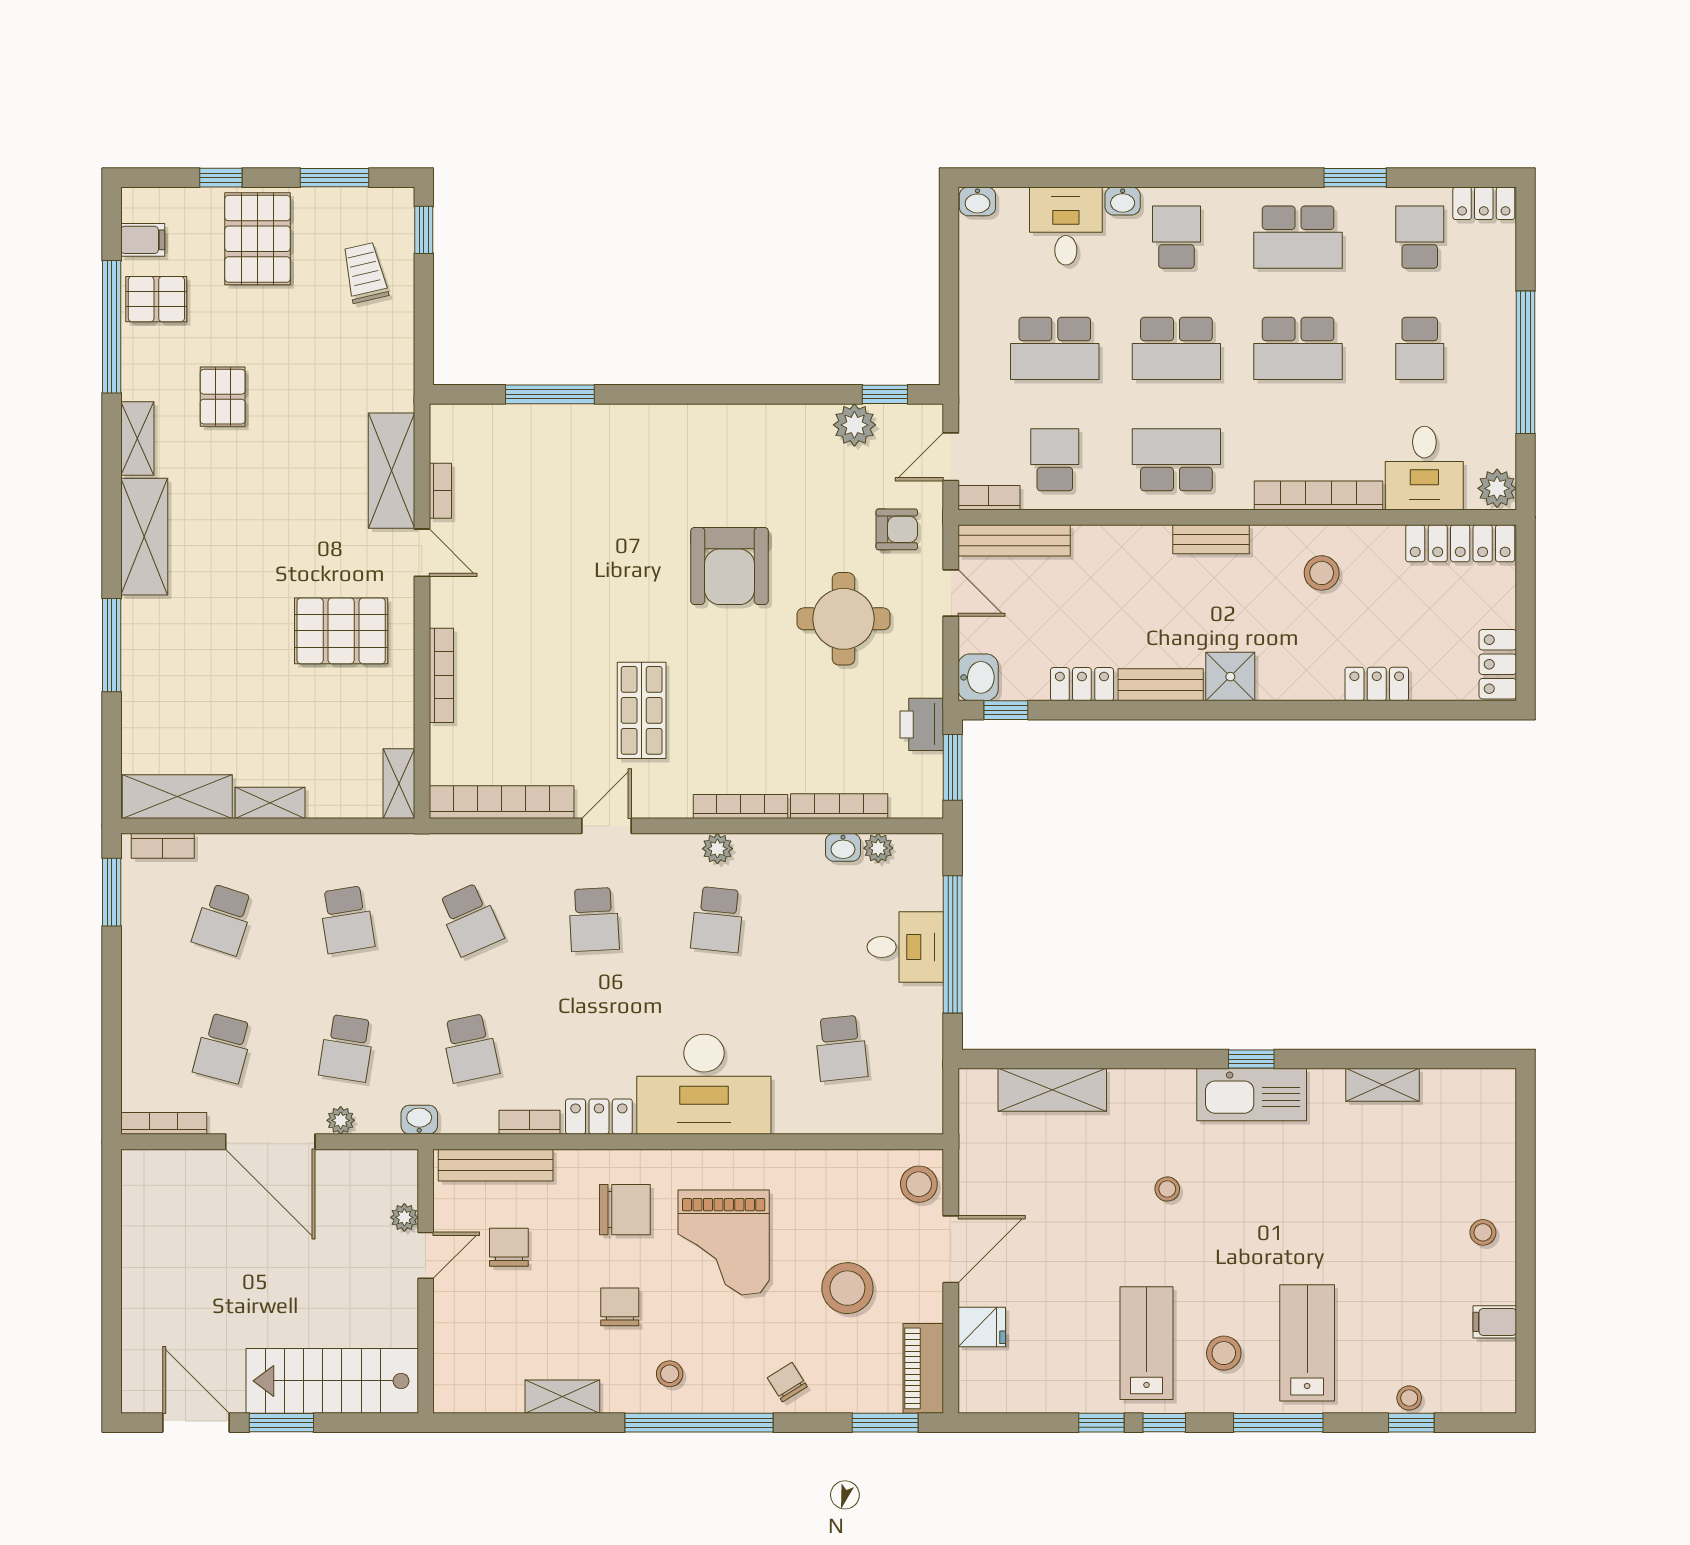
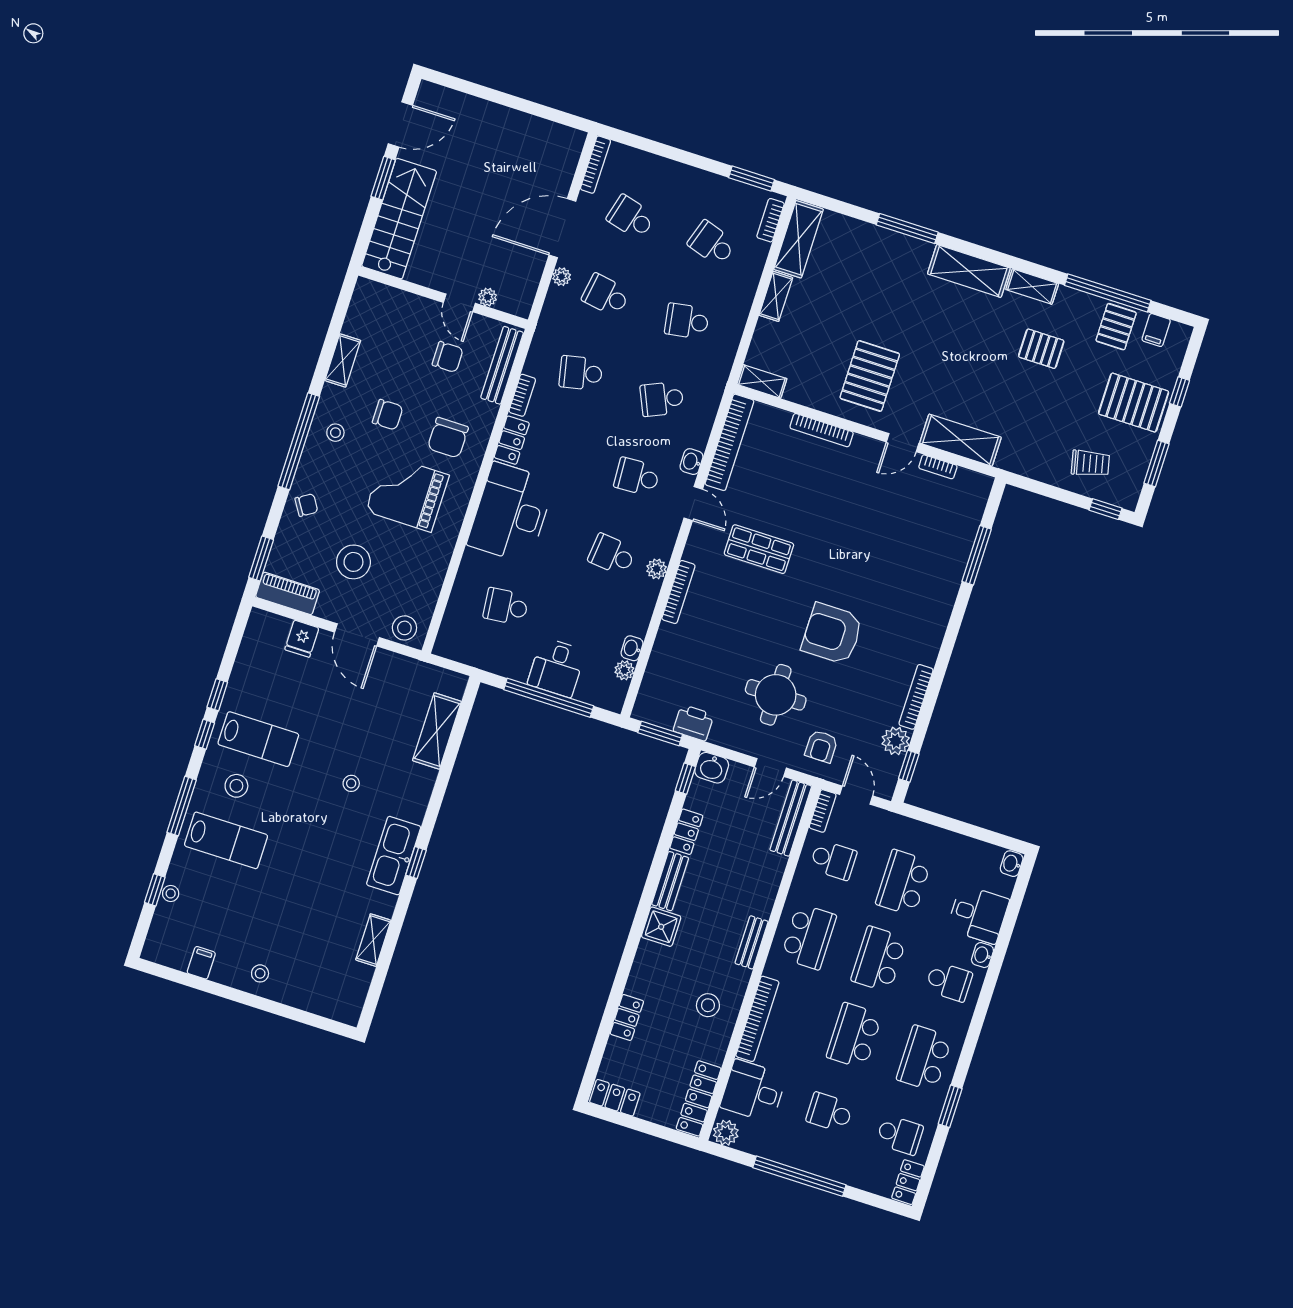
bookcase: (839, 806) -> (916, 697), moved, turned 180
washbasin: (419, 1120) -> (692, 462), moved, turned 180

